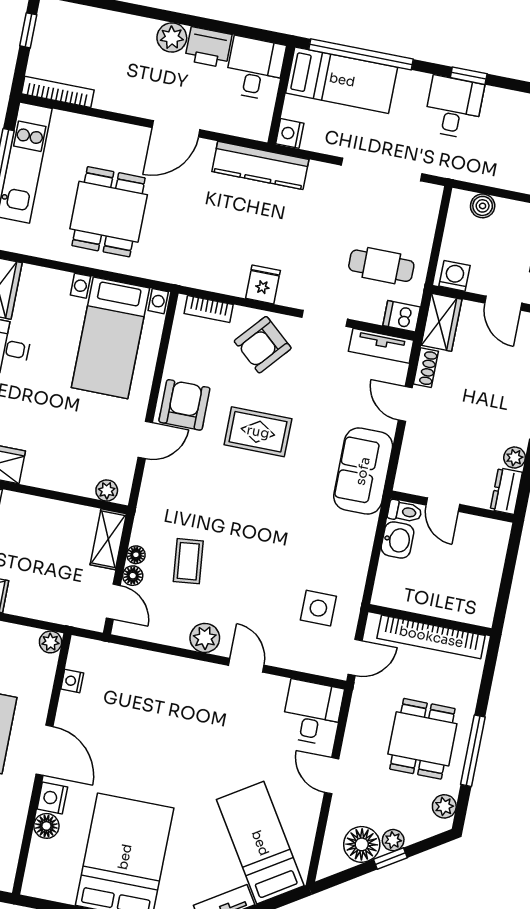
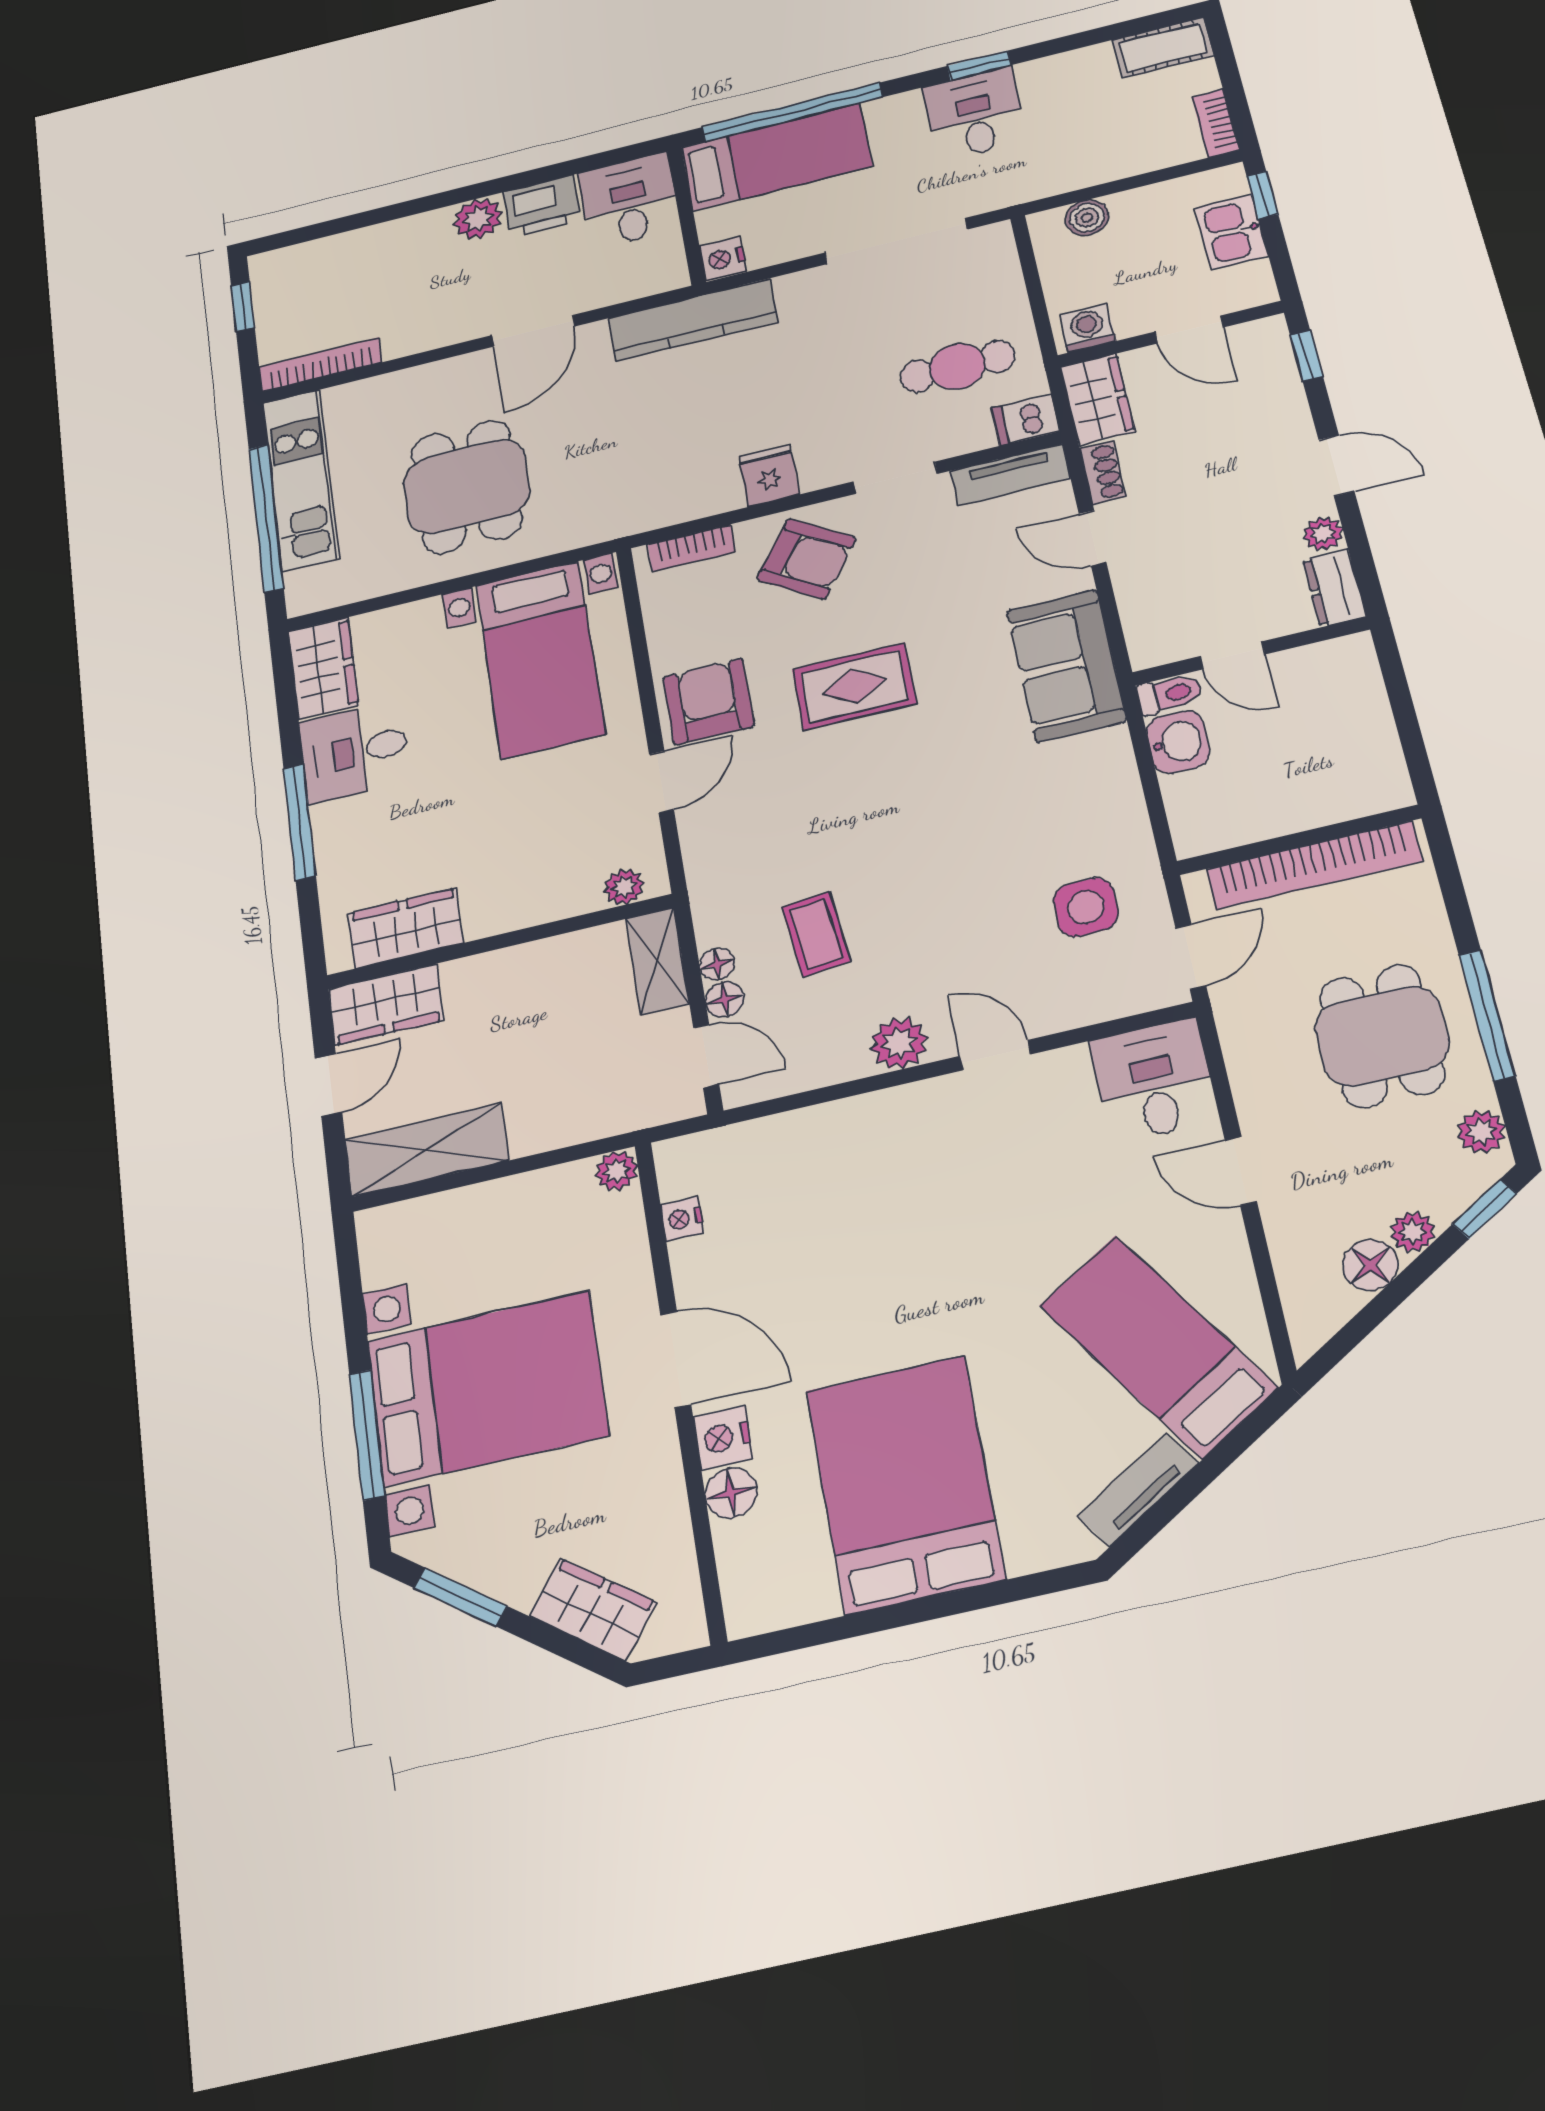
armchair: (263, 345) -> (806, 559), turned -97
floor lamp: (362, 844) -> (1370, 1265), width x0.73, depth x0.73
window: (390, 859) -> (1485, 1209), moved

